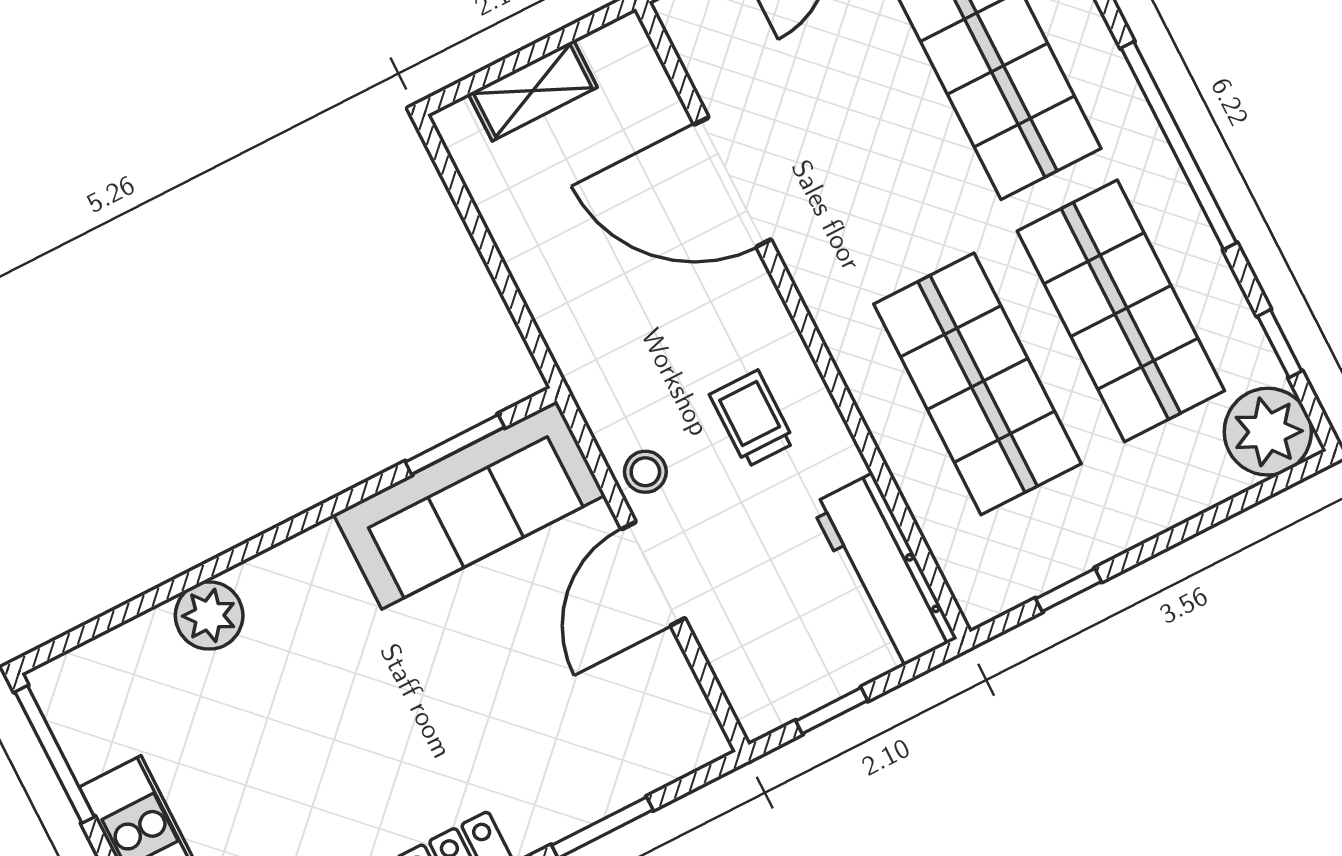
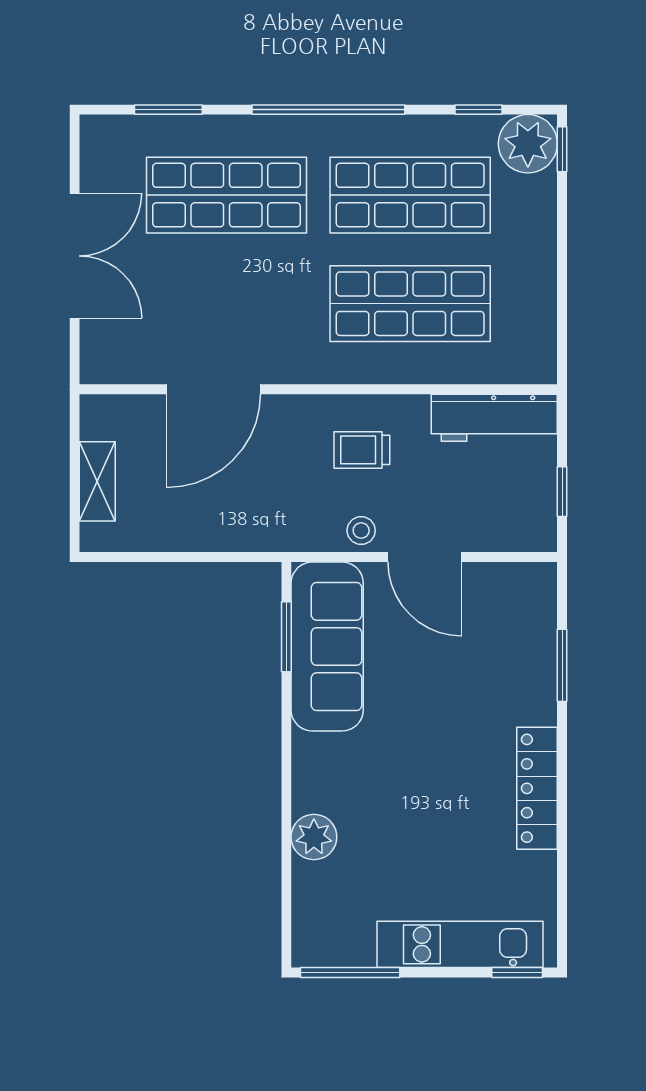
window: (1068, 590) -> (562, 149), moved

